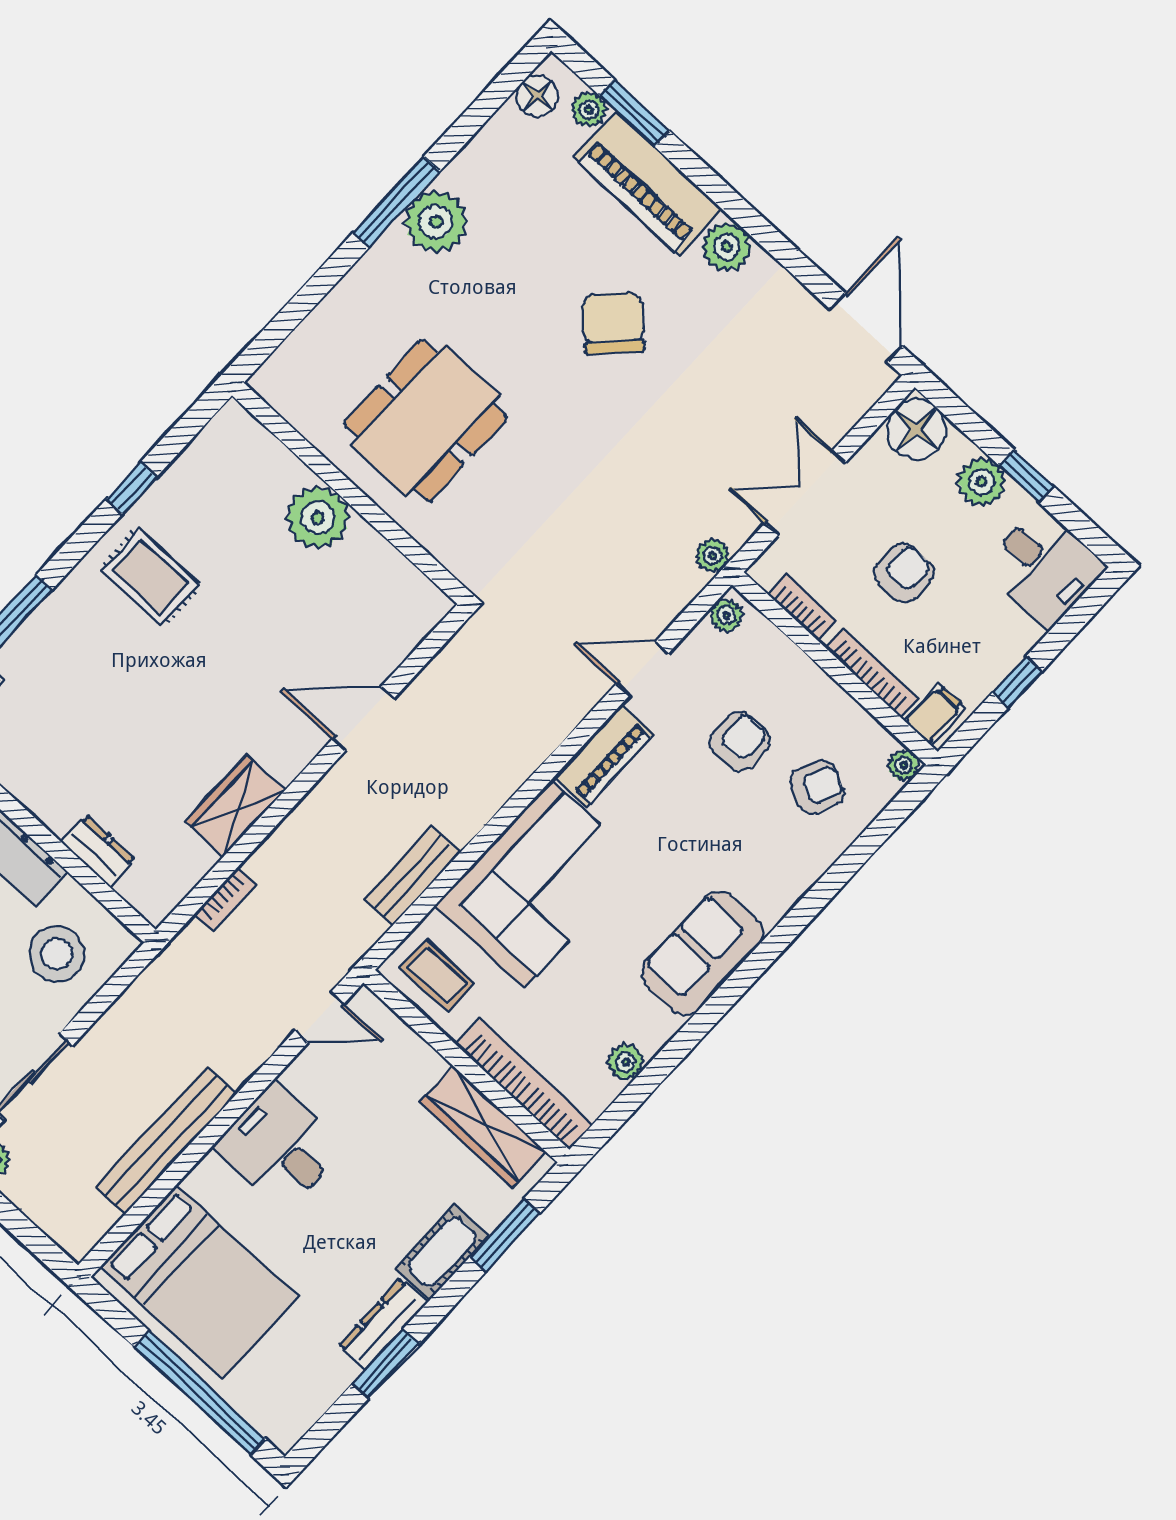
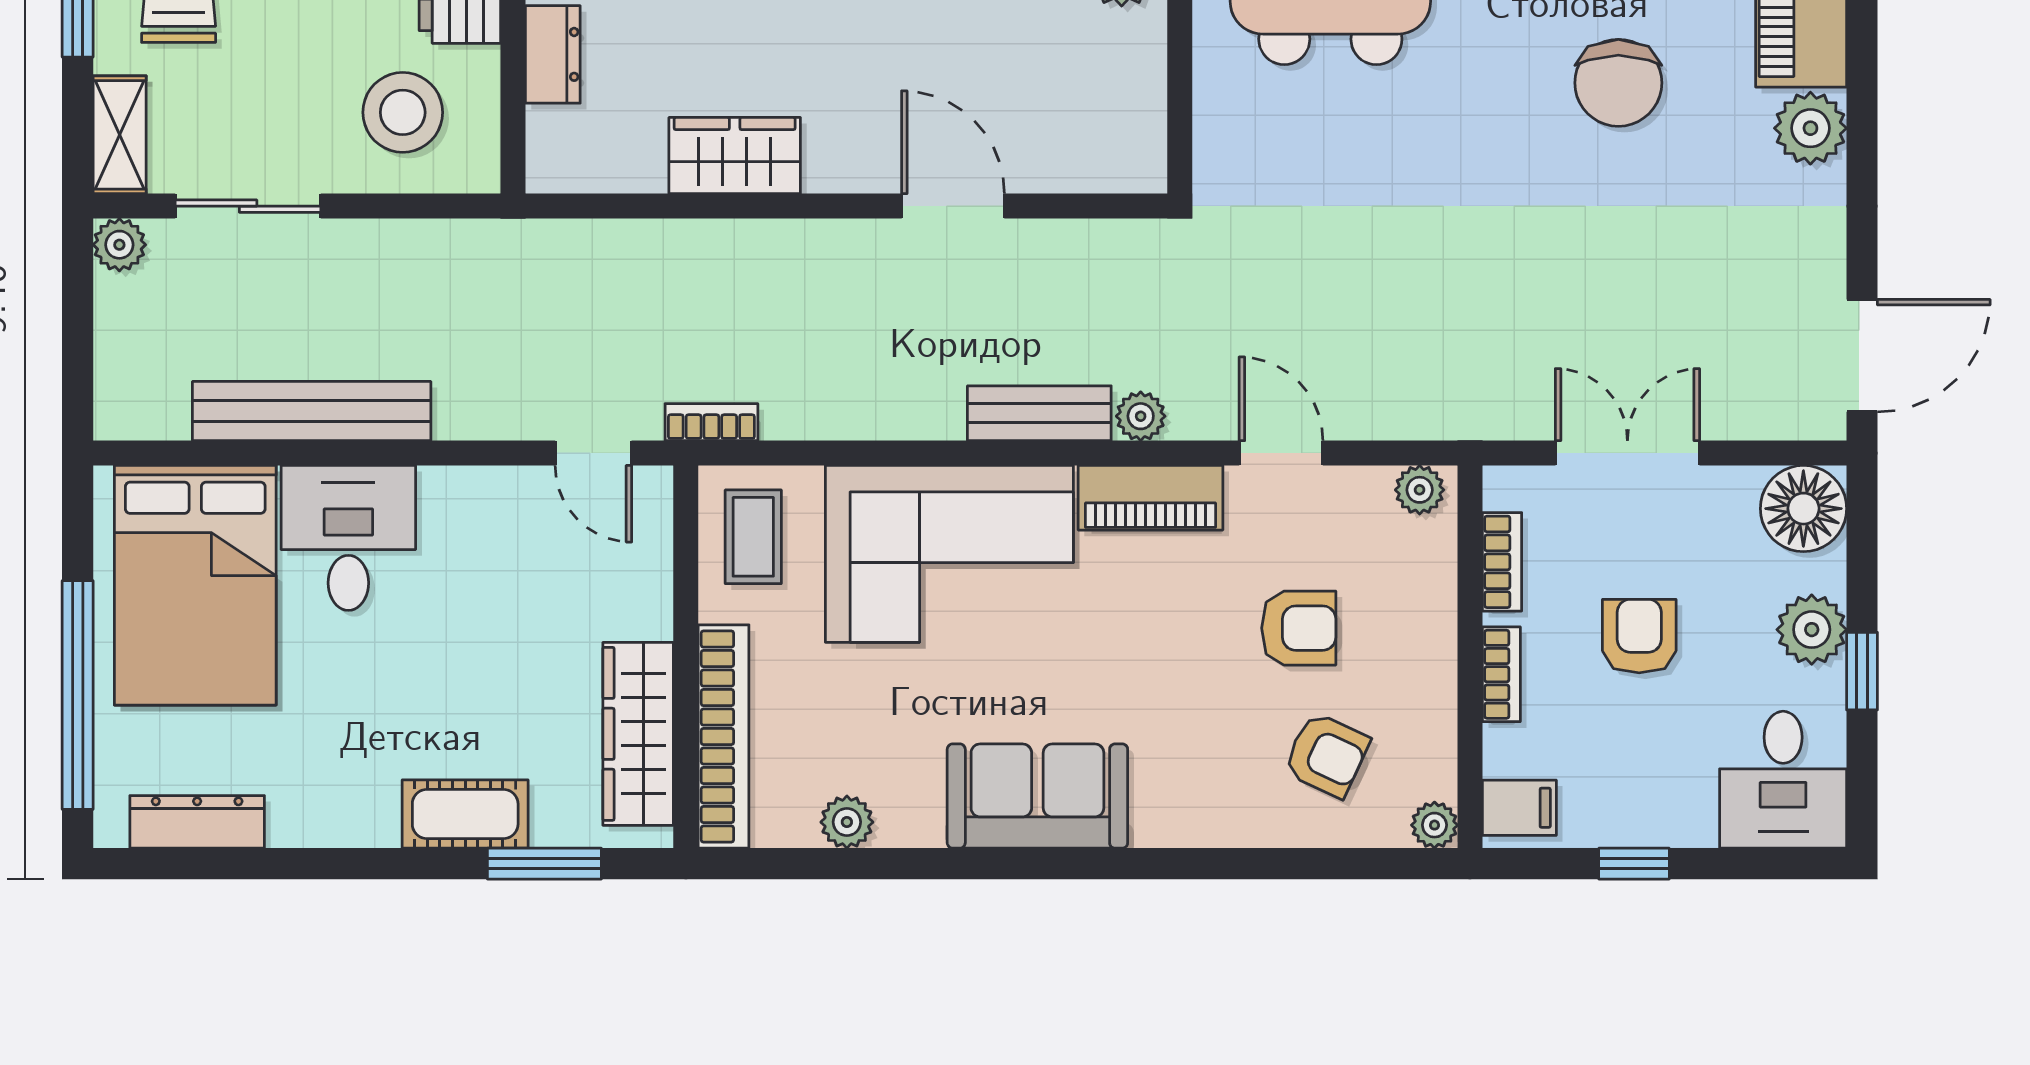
chair: (613, 323) -> (1618, 83), turned 136
plant: (712, 556) -> (1141, 416), moved
armchair: (904, 573) -> (1639, 636), turned -90
bookcase: (872, 673) -> (1501, 674), width x0.64
bench: (413, 876) -> (1039, 413), moved
bookcase: (225, 899) -> (711, 422), moved, turned 180
desk: (280, 1147) -> (348, 538), moved
dresser: (383, 1324) -> (197, 822), moved
window: (386, 1364) -> (291, 864), removed

